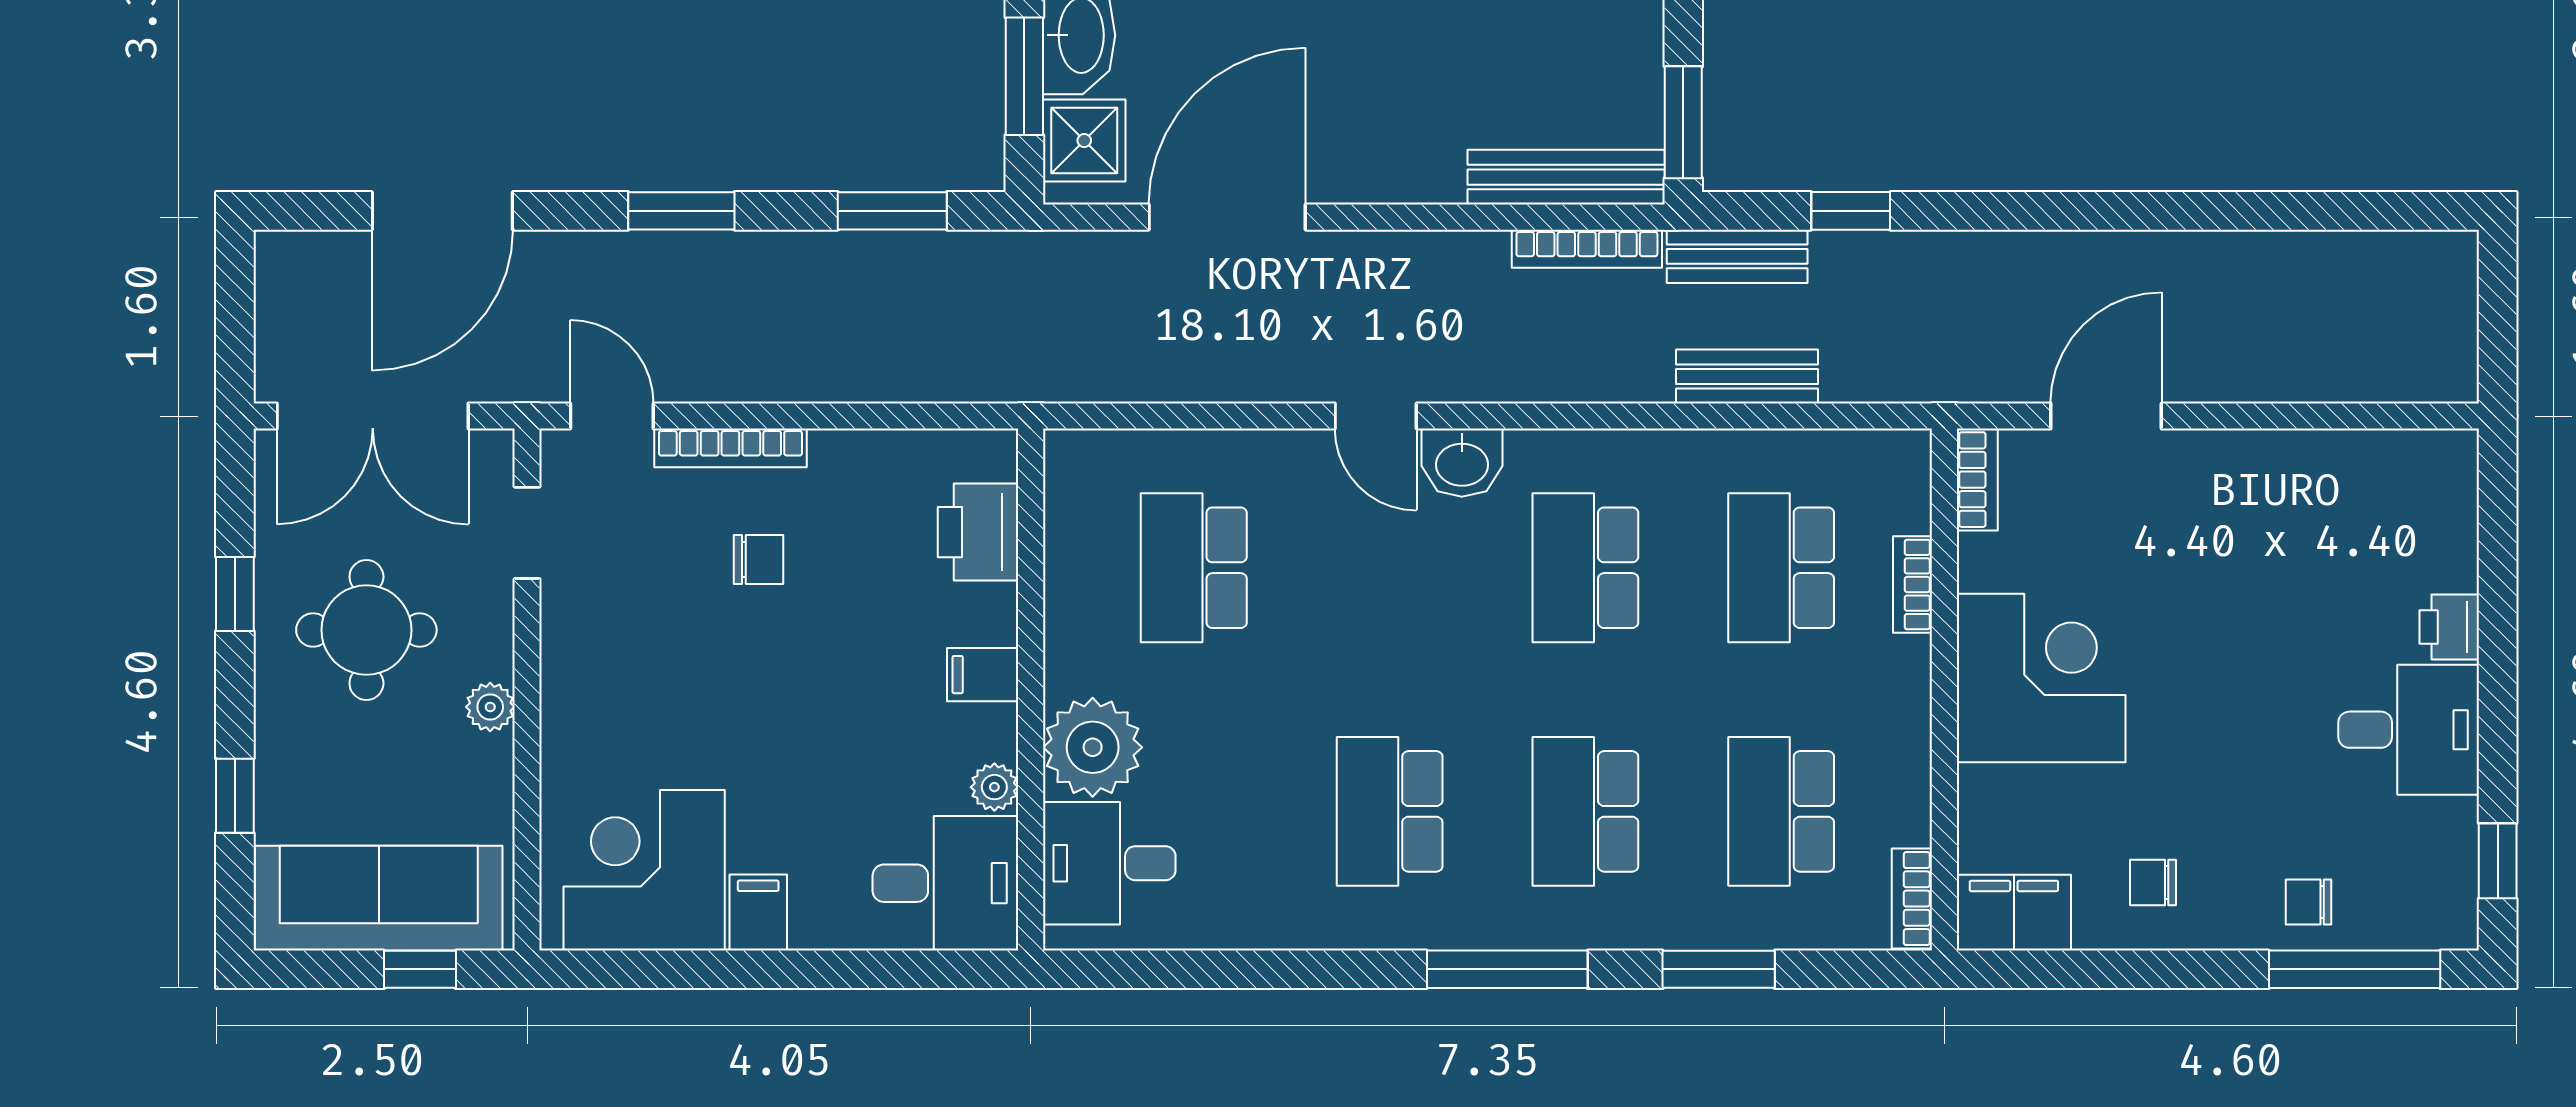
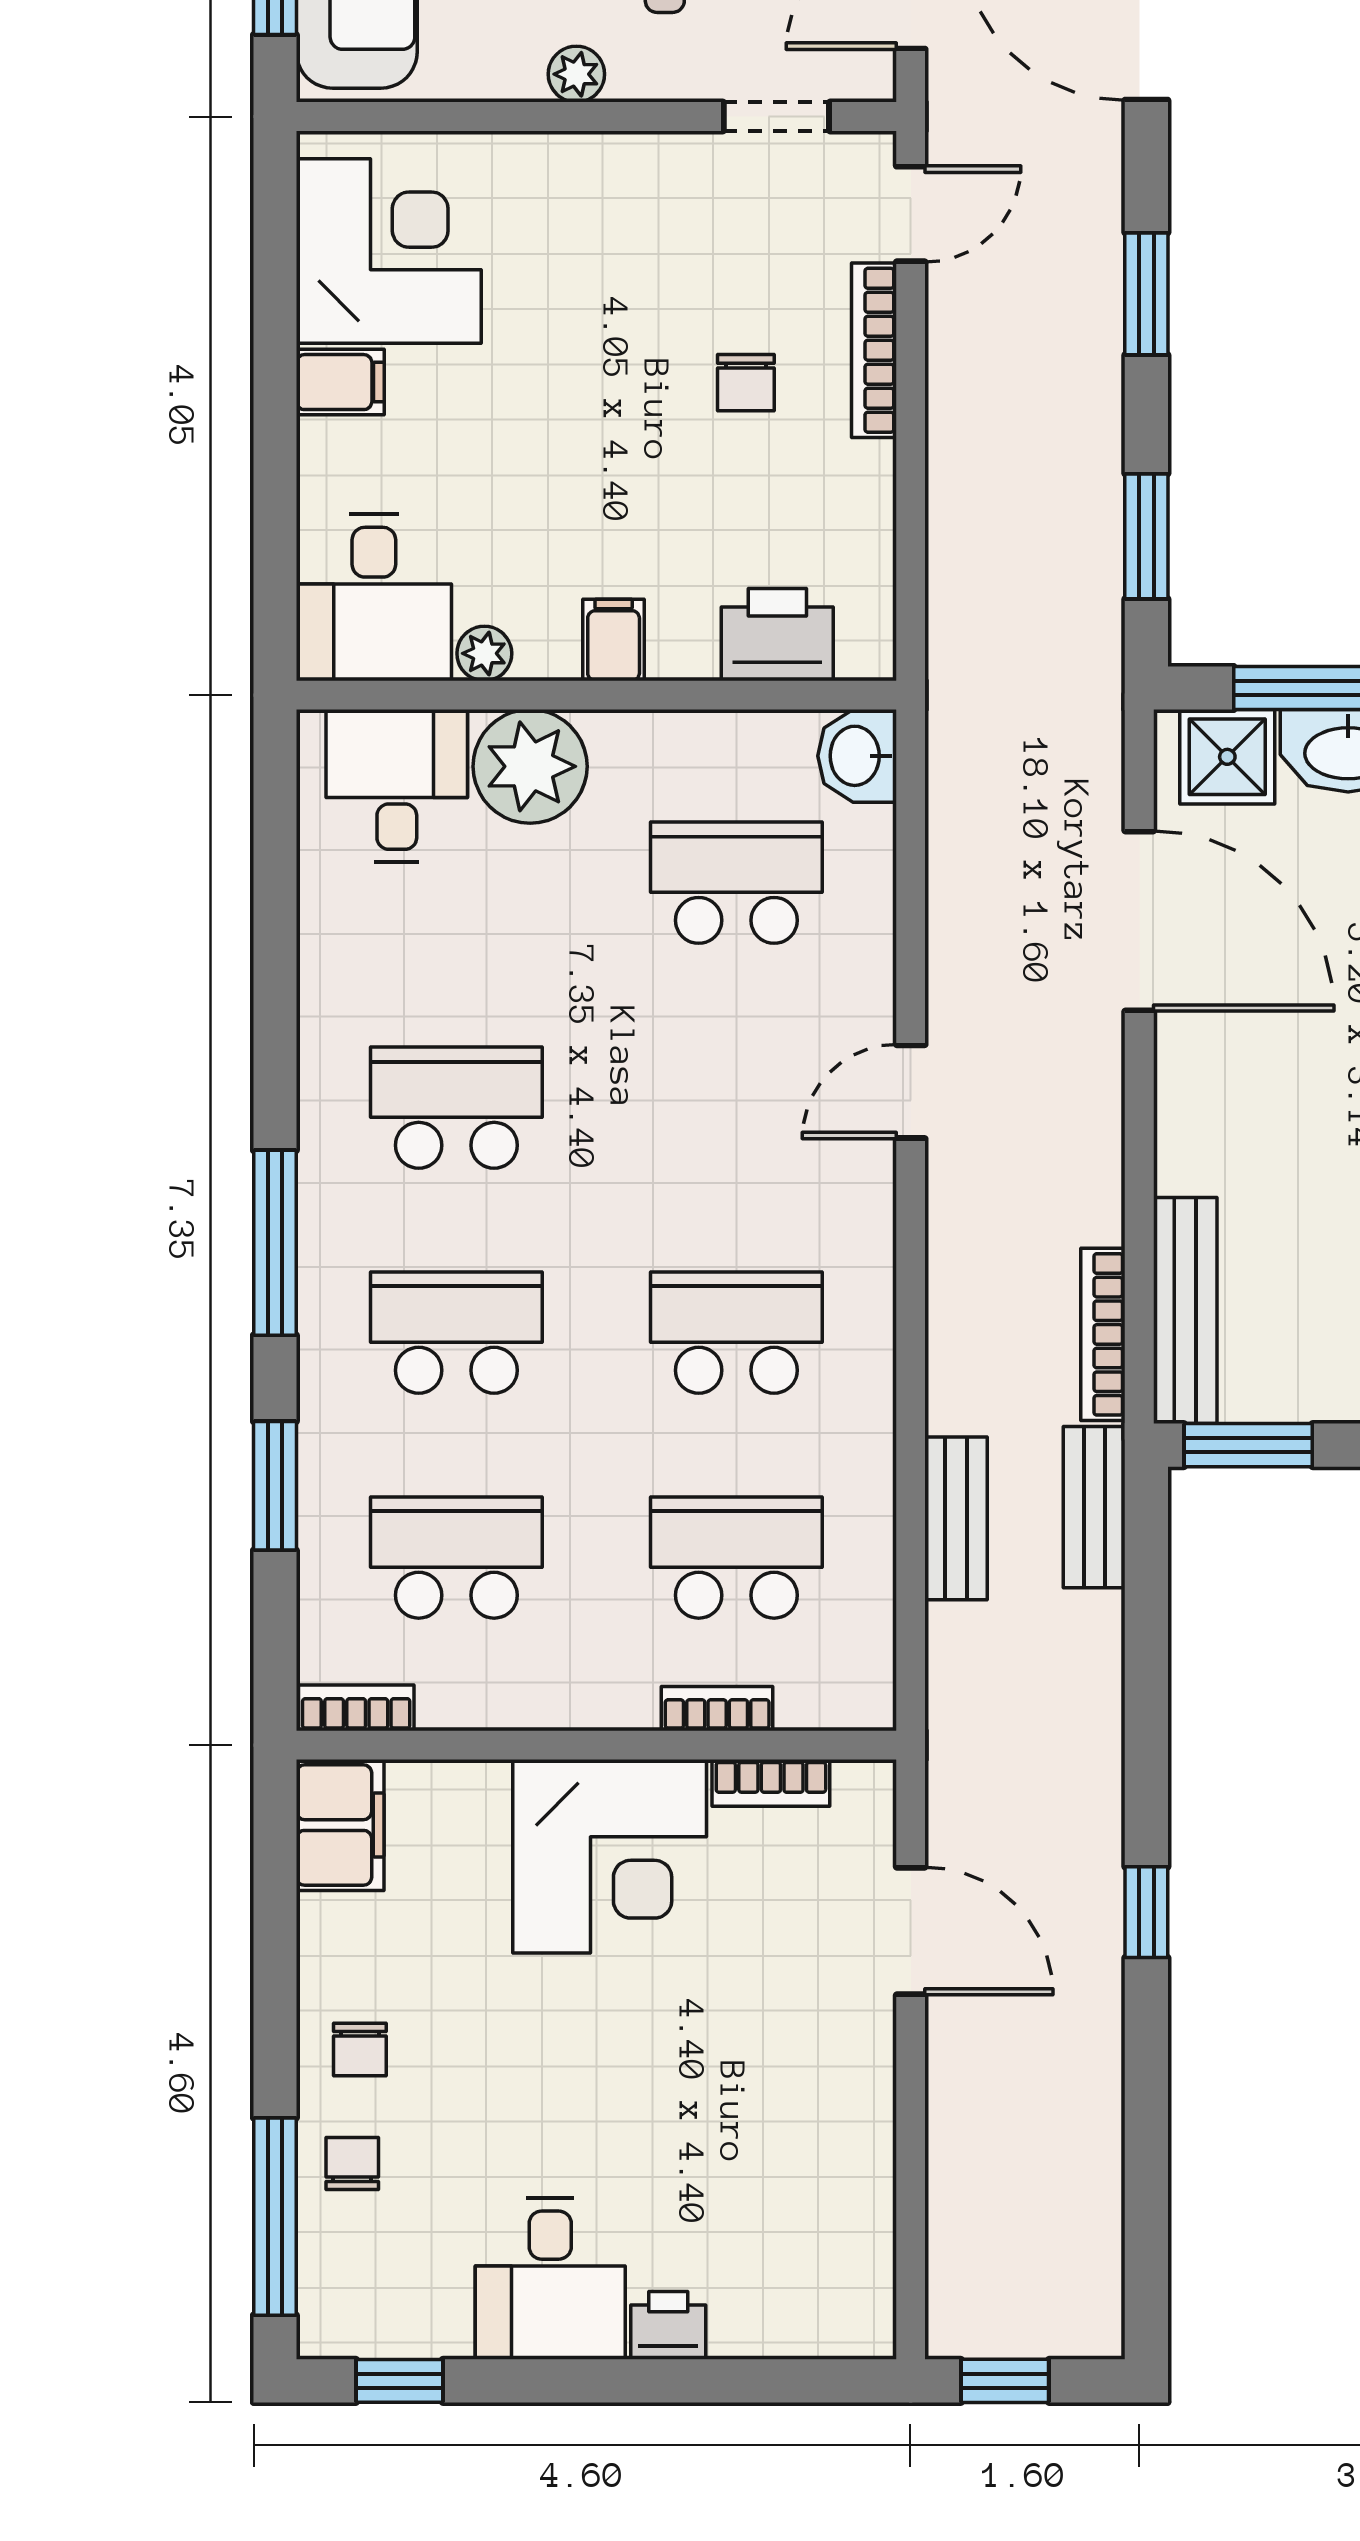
window: (1851, 211) -> (1146, 1912), moved
window: (2498, 334) -> (1005, 2381), added
washbasin: (1462, 463) -> (857, 756), moved
bookcase: (1977, 480) -> (771, 1783), moved
chair: (2153, 882) -> (360, 2049), moved, turned 180

